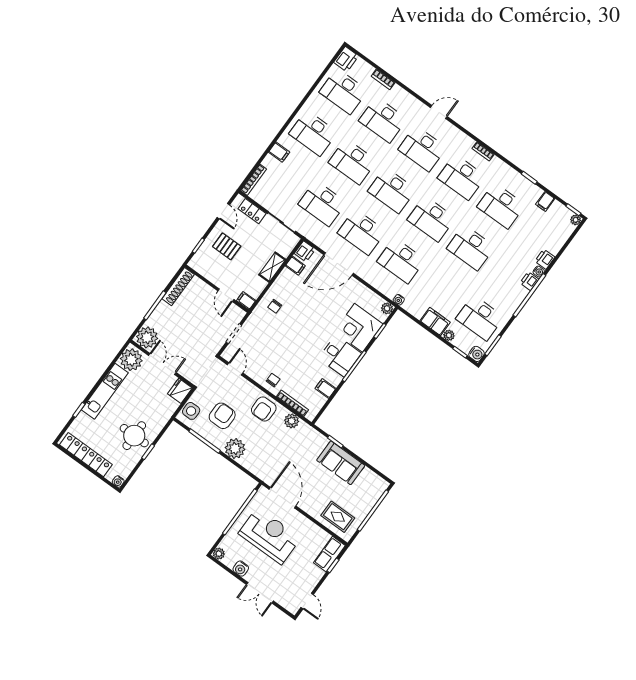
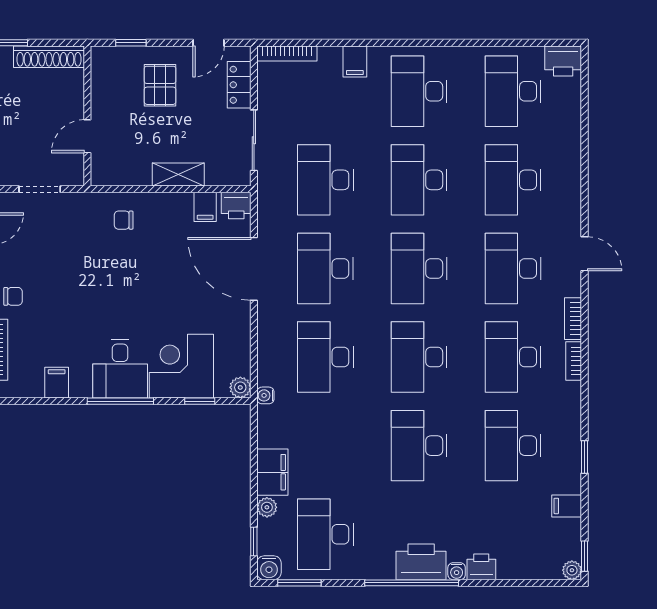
bookcase: (383, 79) -> (573, 319), moved
printer: (529, 281) -> (421, 562), width x1.87, depth x1.48
filing cabinet: (246, 301) -> (101, 172), removed

